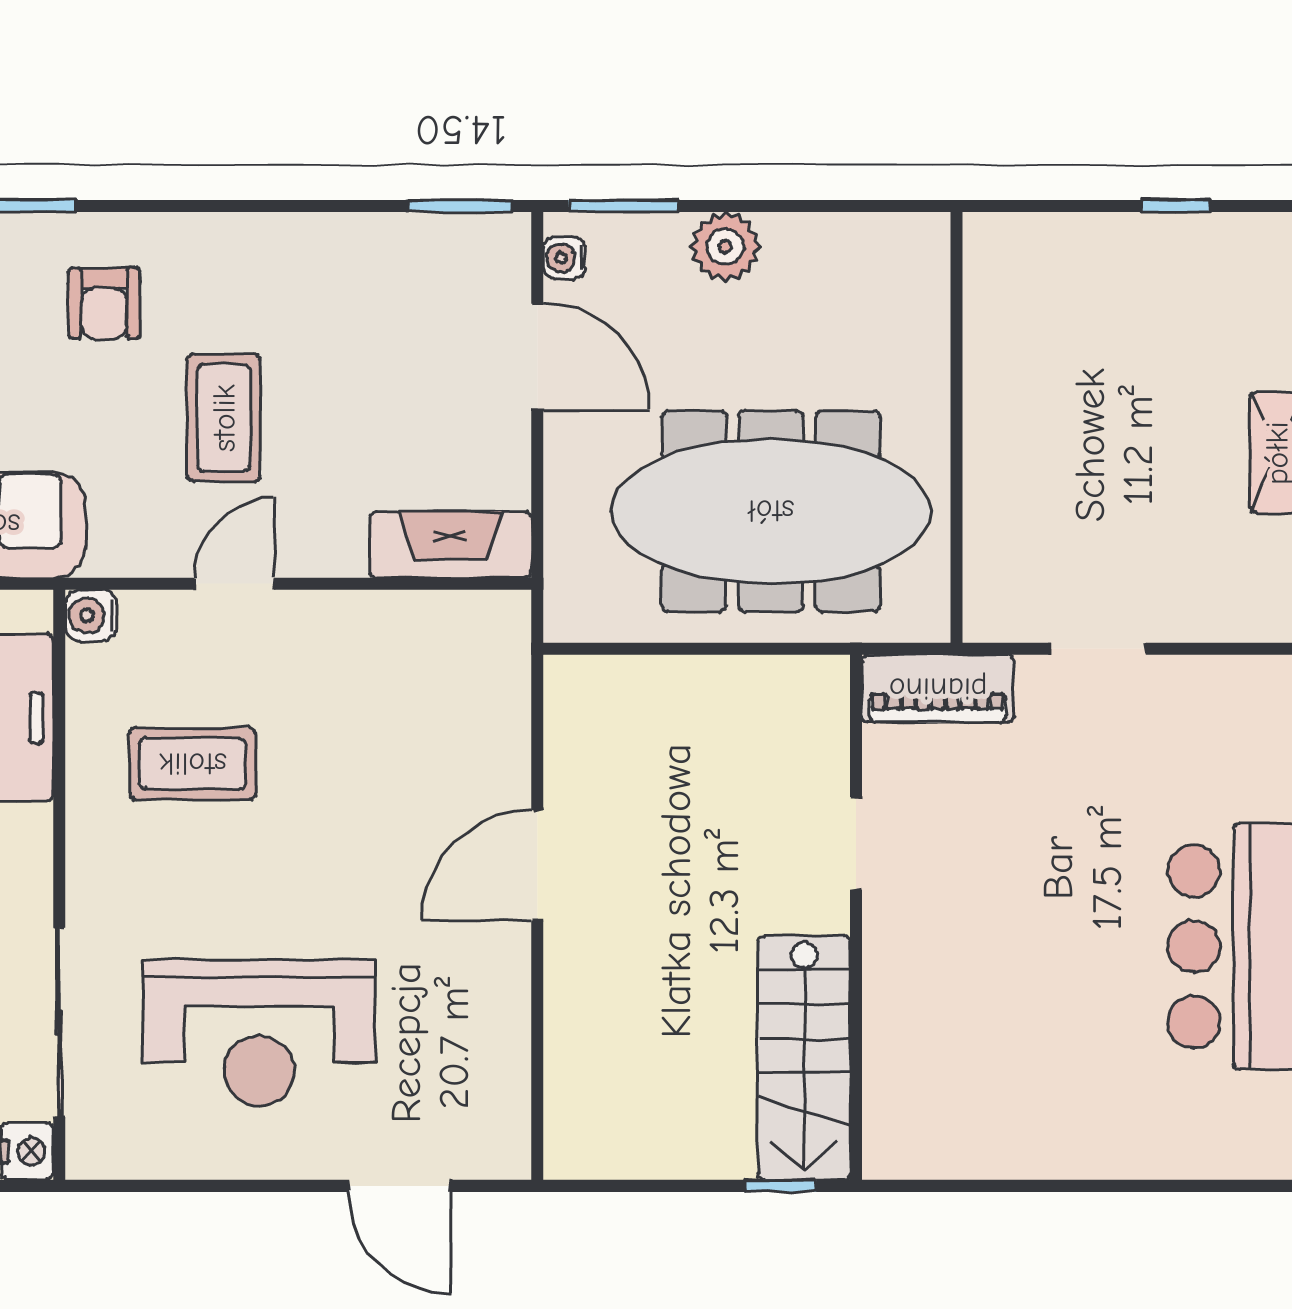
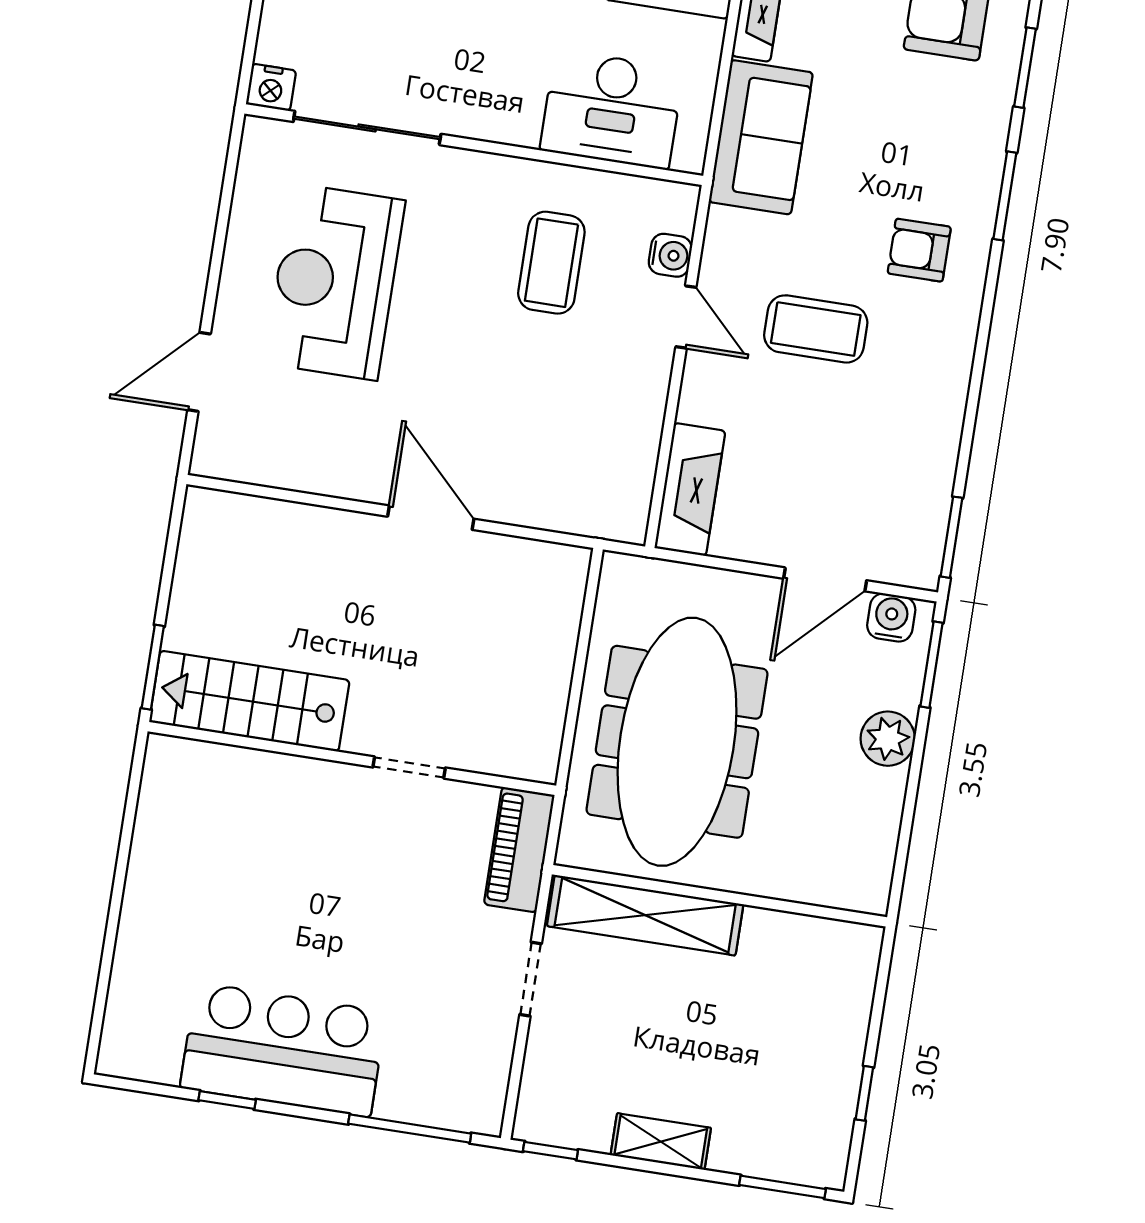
water cooler: (564, 258) -> (891, 618), width x1.38, depth x1.38
shelving: (996, 517) -> (645, 915), added
water cooler: (91, 616) -> (670, 255), moved, turned 90
window: (780, 1186) -> (153, 667), width x1.50

